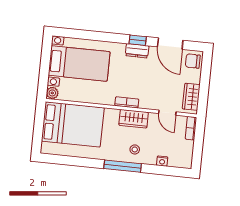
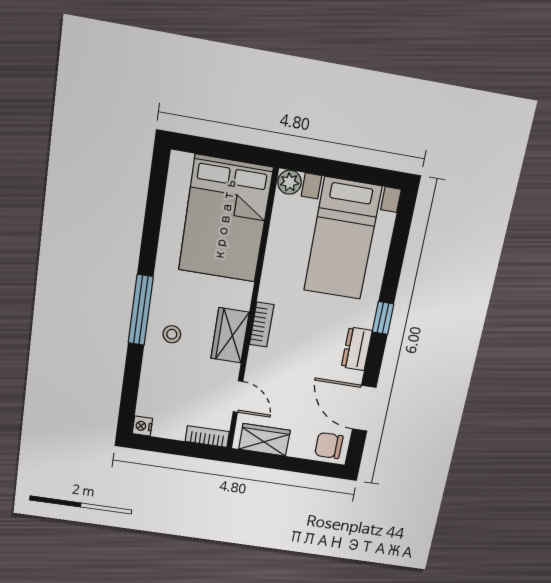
window: (138, 40) -> (383, 318), moved
door: (170, 44) -> (364, 408), hinge flipped
chair: (193, 61) -> (329, 446), turned -90
door: (167, 113) -> (238, 397), swing flipped
nightstand: (162, 161) -> (142, 426), moved

